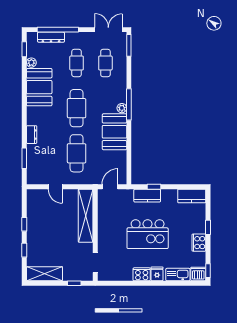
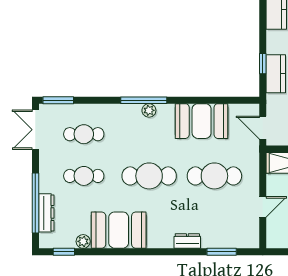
booth: (114, 132) -> (202, 121), moved

